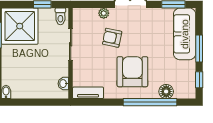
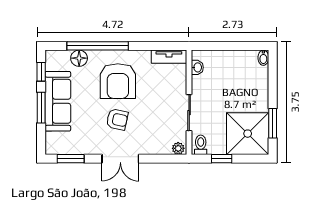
plant: (104, 13) -> (178, 148), moved
sofa: (185, 34) -> (58, 101), moved
armchair: (112, 38) -> (117, 119), moved

